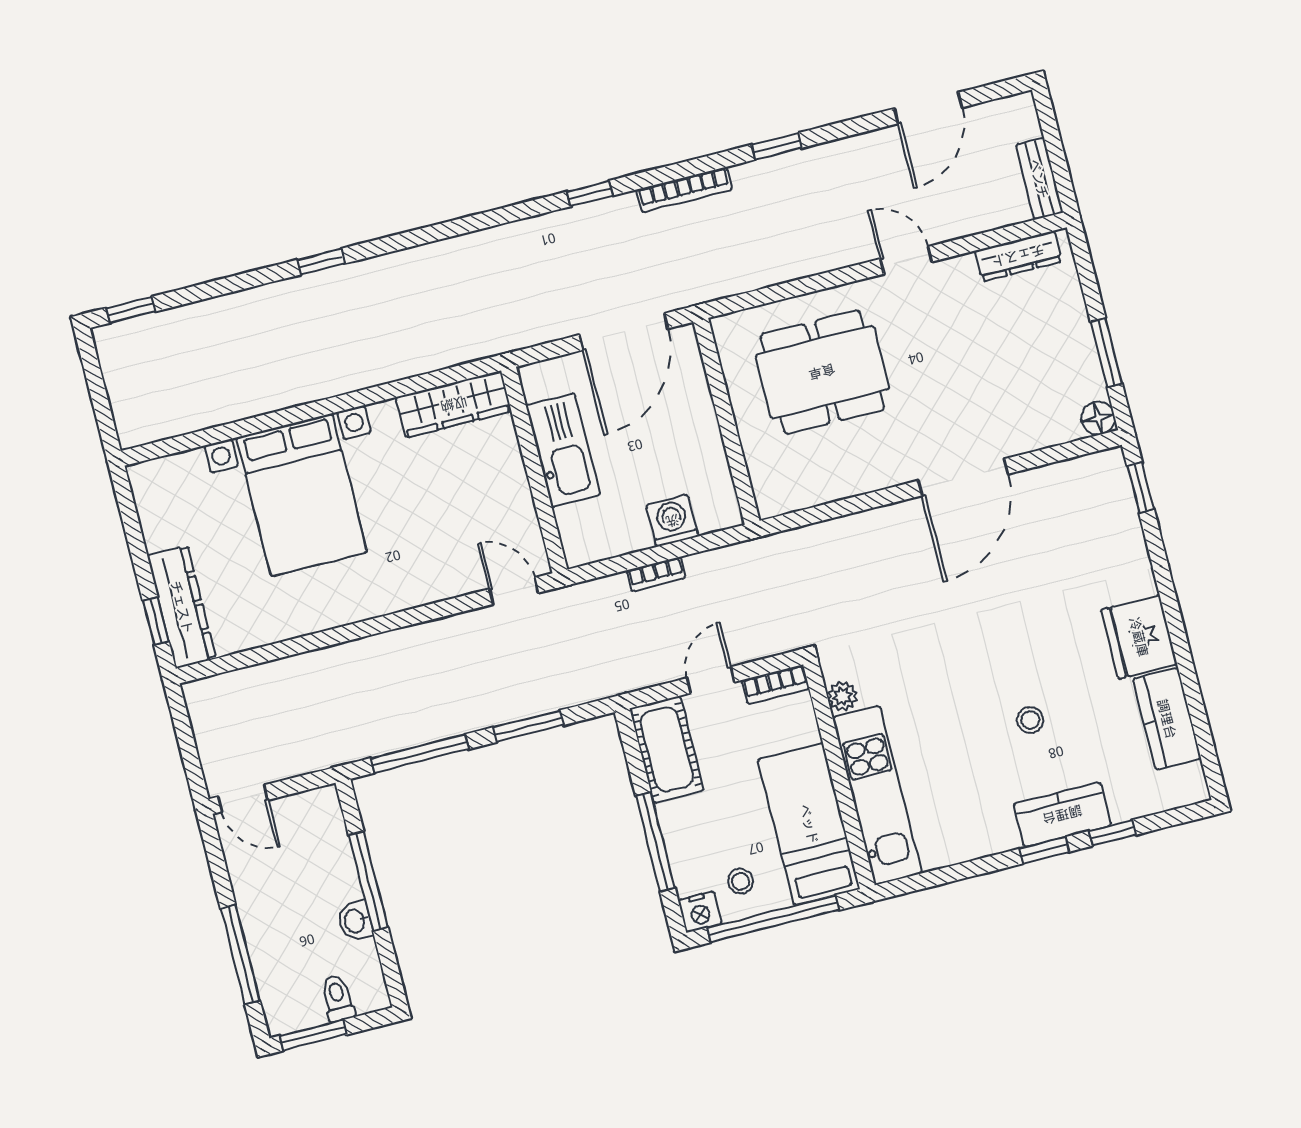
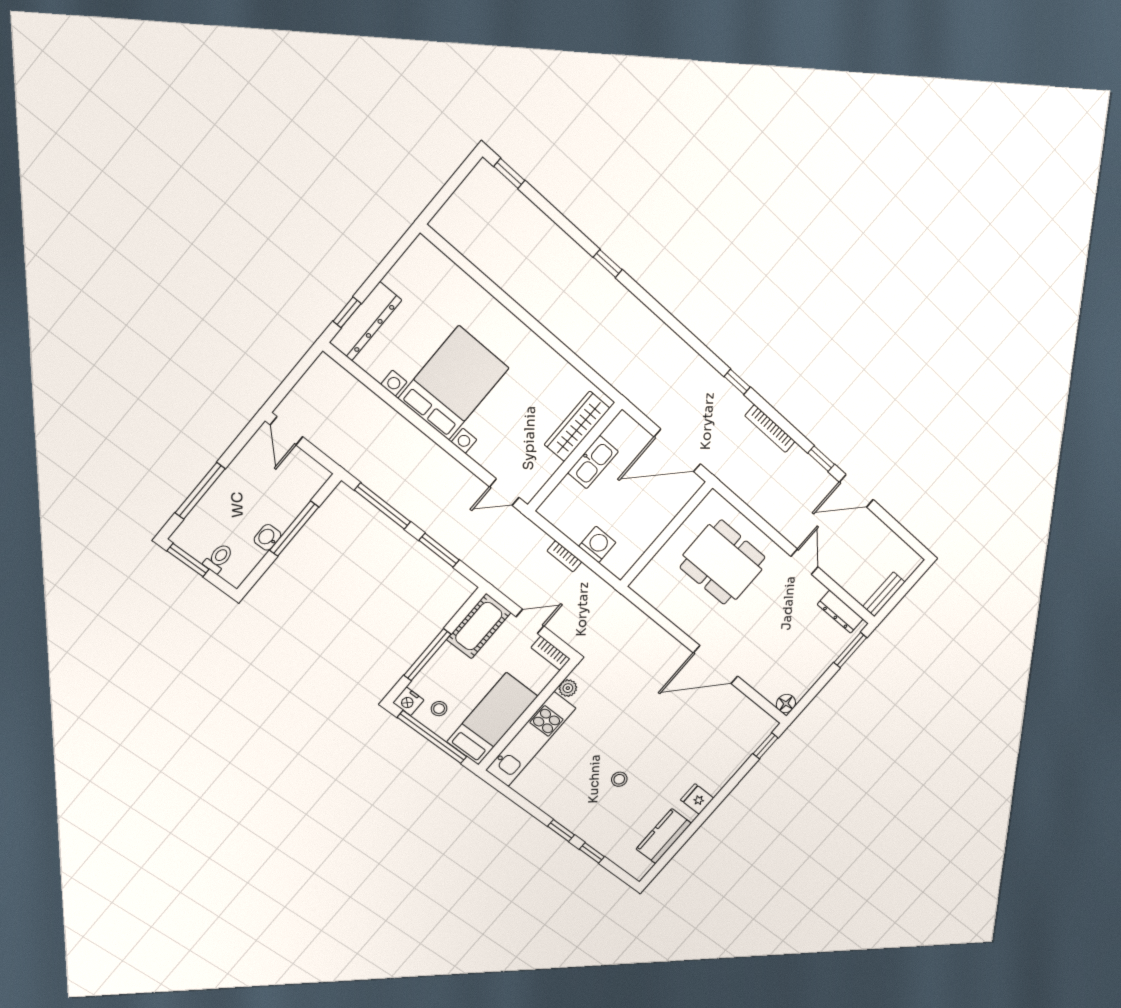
door: (928, 108) -> (856, 491), moved
window: (1106, 353) -> (850, 650), moved
wardrobe: (454, 404) -> (577, 426), moved, turned 90
kitchen sink: (563, 450) -> (593, 462), width x0.73, depth x0.81
bed with nightstands: (302, 495) -> (454, 383), moved, turned 180
door: (514, 591) -> (504, 492), swing flipped
fridge: (1139, 637) -> (697, 799), width x0.53, depth x0.75
kitchen counter: (1062, 815) -> (584, 826), removed

